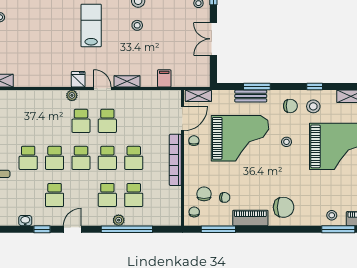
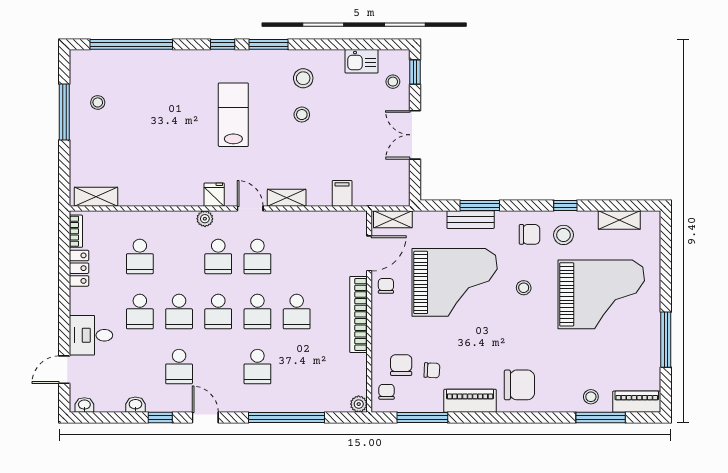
school desk: (134, 195) -> (140, 256), moved
plant: (119, 220) -> (359, 404), moved
door: (72, 229) -> (205, 418), hinge flipped

